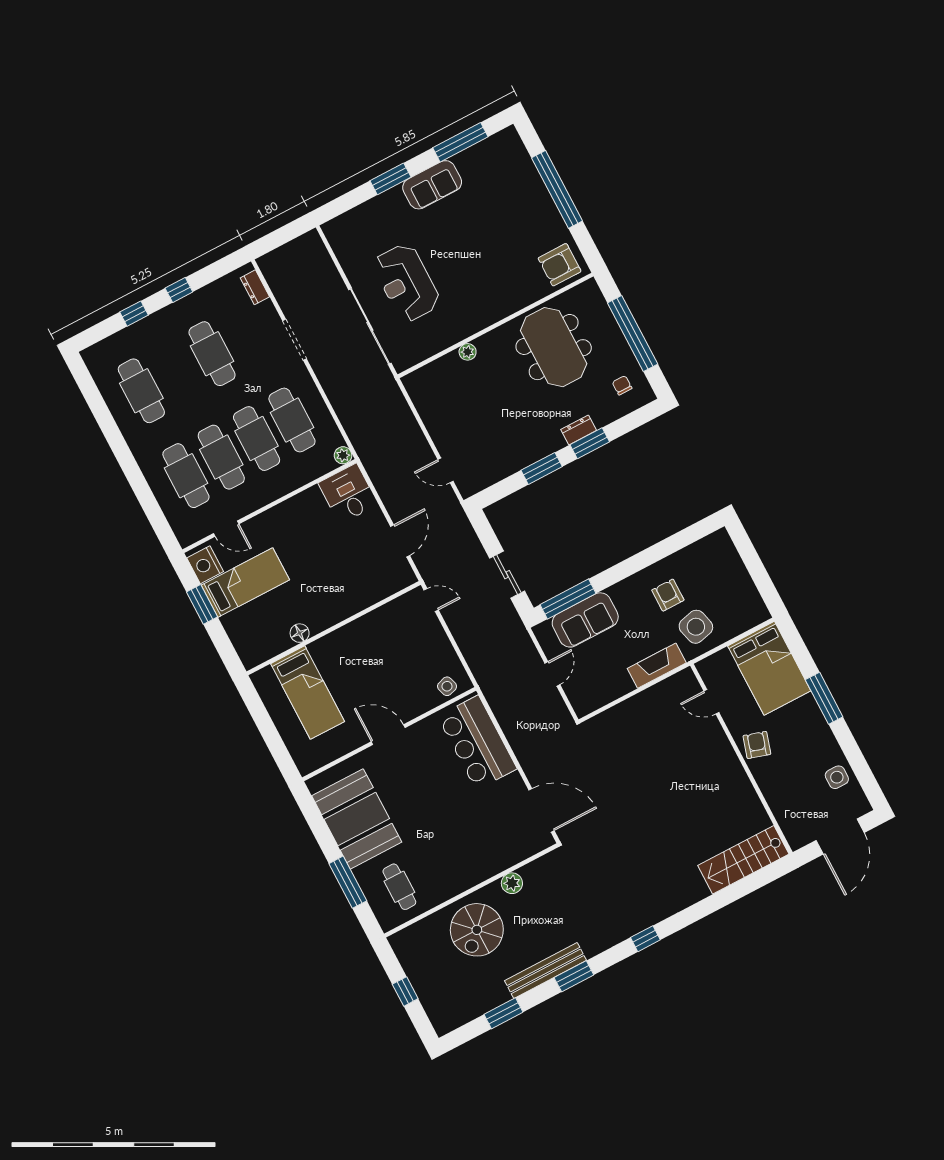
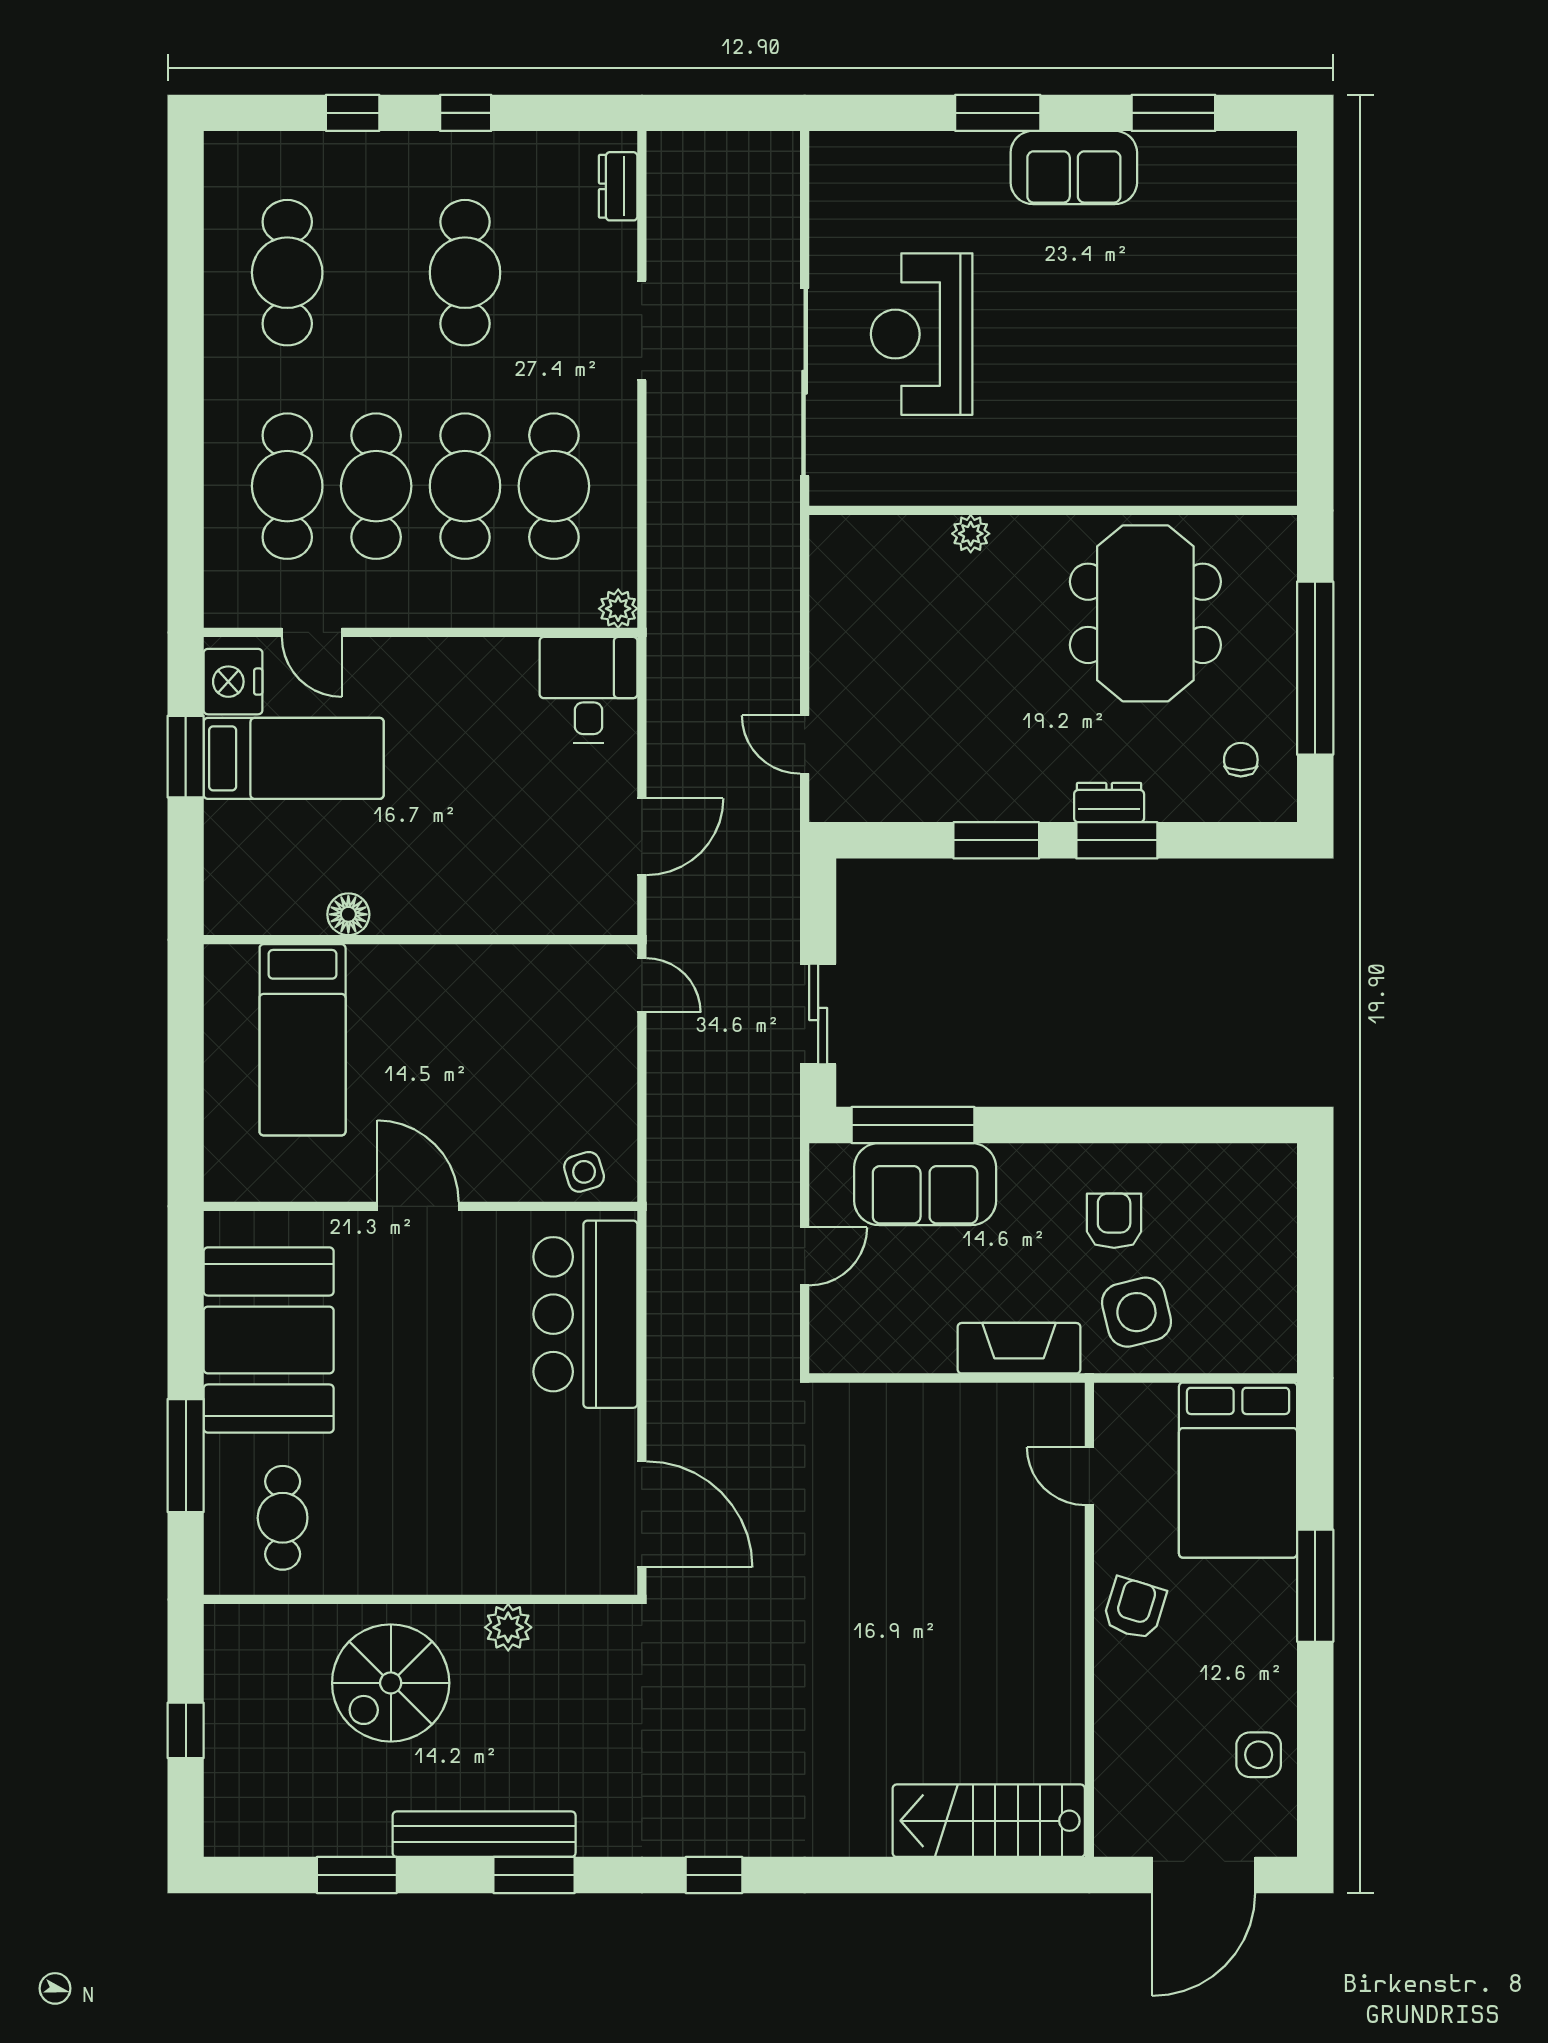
window: (460, 142) -> (1173, 113), width x0.69
window: (557, 189) -> (1315, 306), removed
armchair: (560, 265) -> (1242, 457), removed

